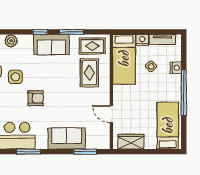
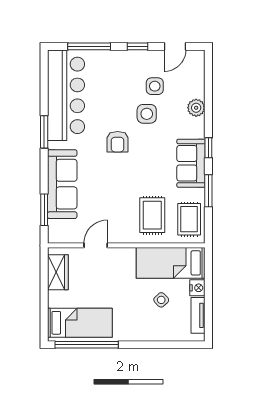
nightstand: (176, 68) -> (159, 334), removed
rug: (89, 73) -> (152, 215), turned 90
window: (184, 93) -> (87, 345), moved
sofa: (67, 139) -> (62, 184), width x1.36

